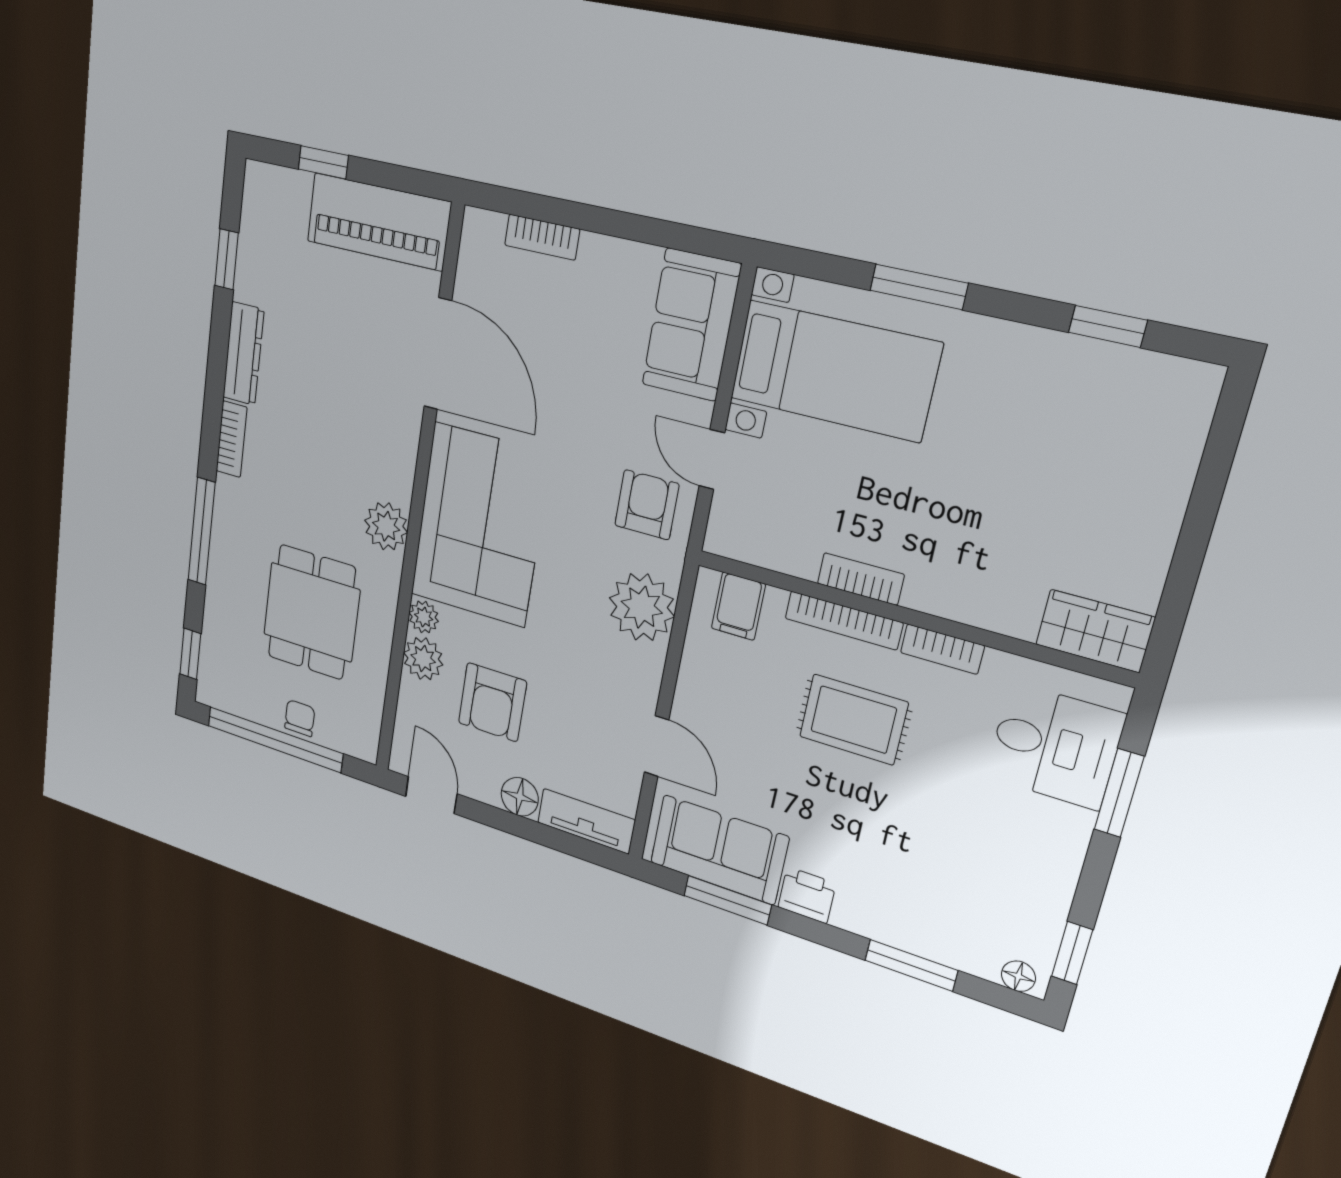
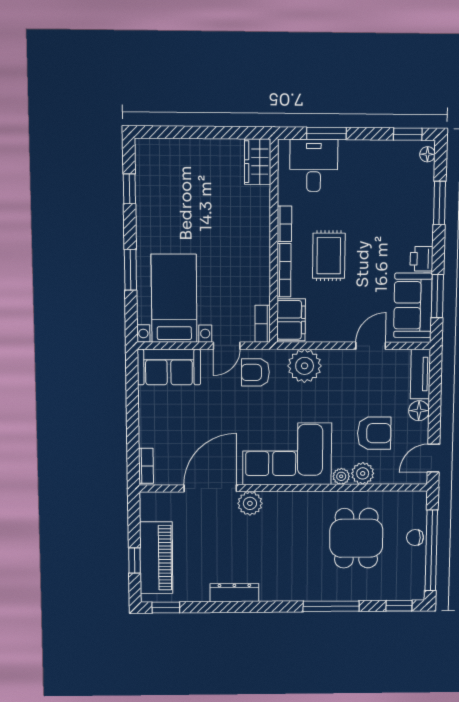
piano: (378, 222) -> (156, 558), moved
bookcase: (542, 237) -> (146, 466), moved
window: (227, 259) -> (166, 607), moved
bookcase: (231, 439) -> (279, 594), removed
plant: (386, 526) -> (250, 503), moved
bookcase: (861, 579) -> (263, 324), moved
filing cabinet: (738, 606) -> (291, 320), width x2.00
dining table: (311, 612) -> (356, 538), turned 90

